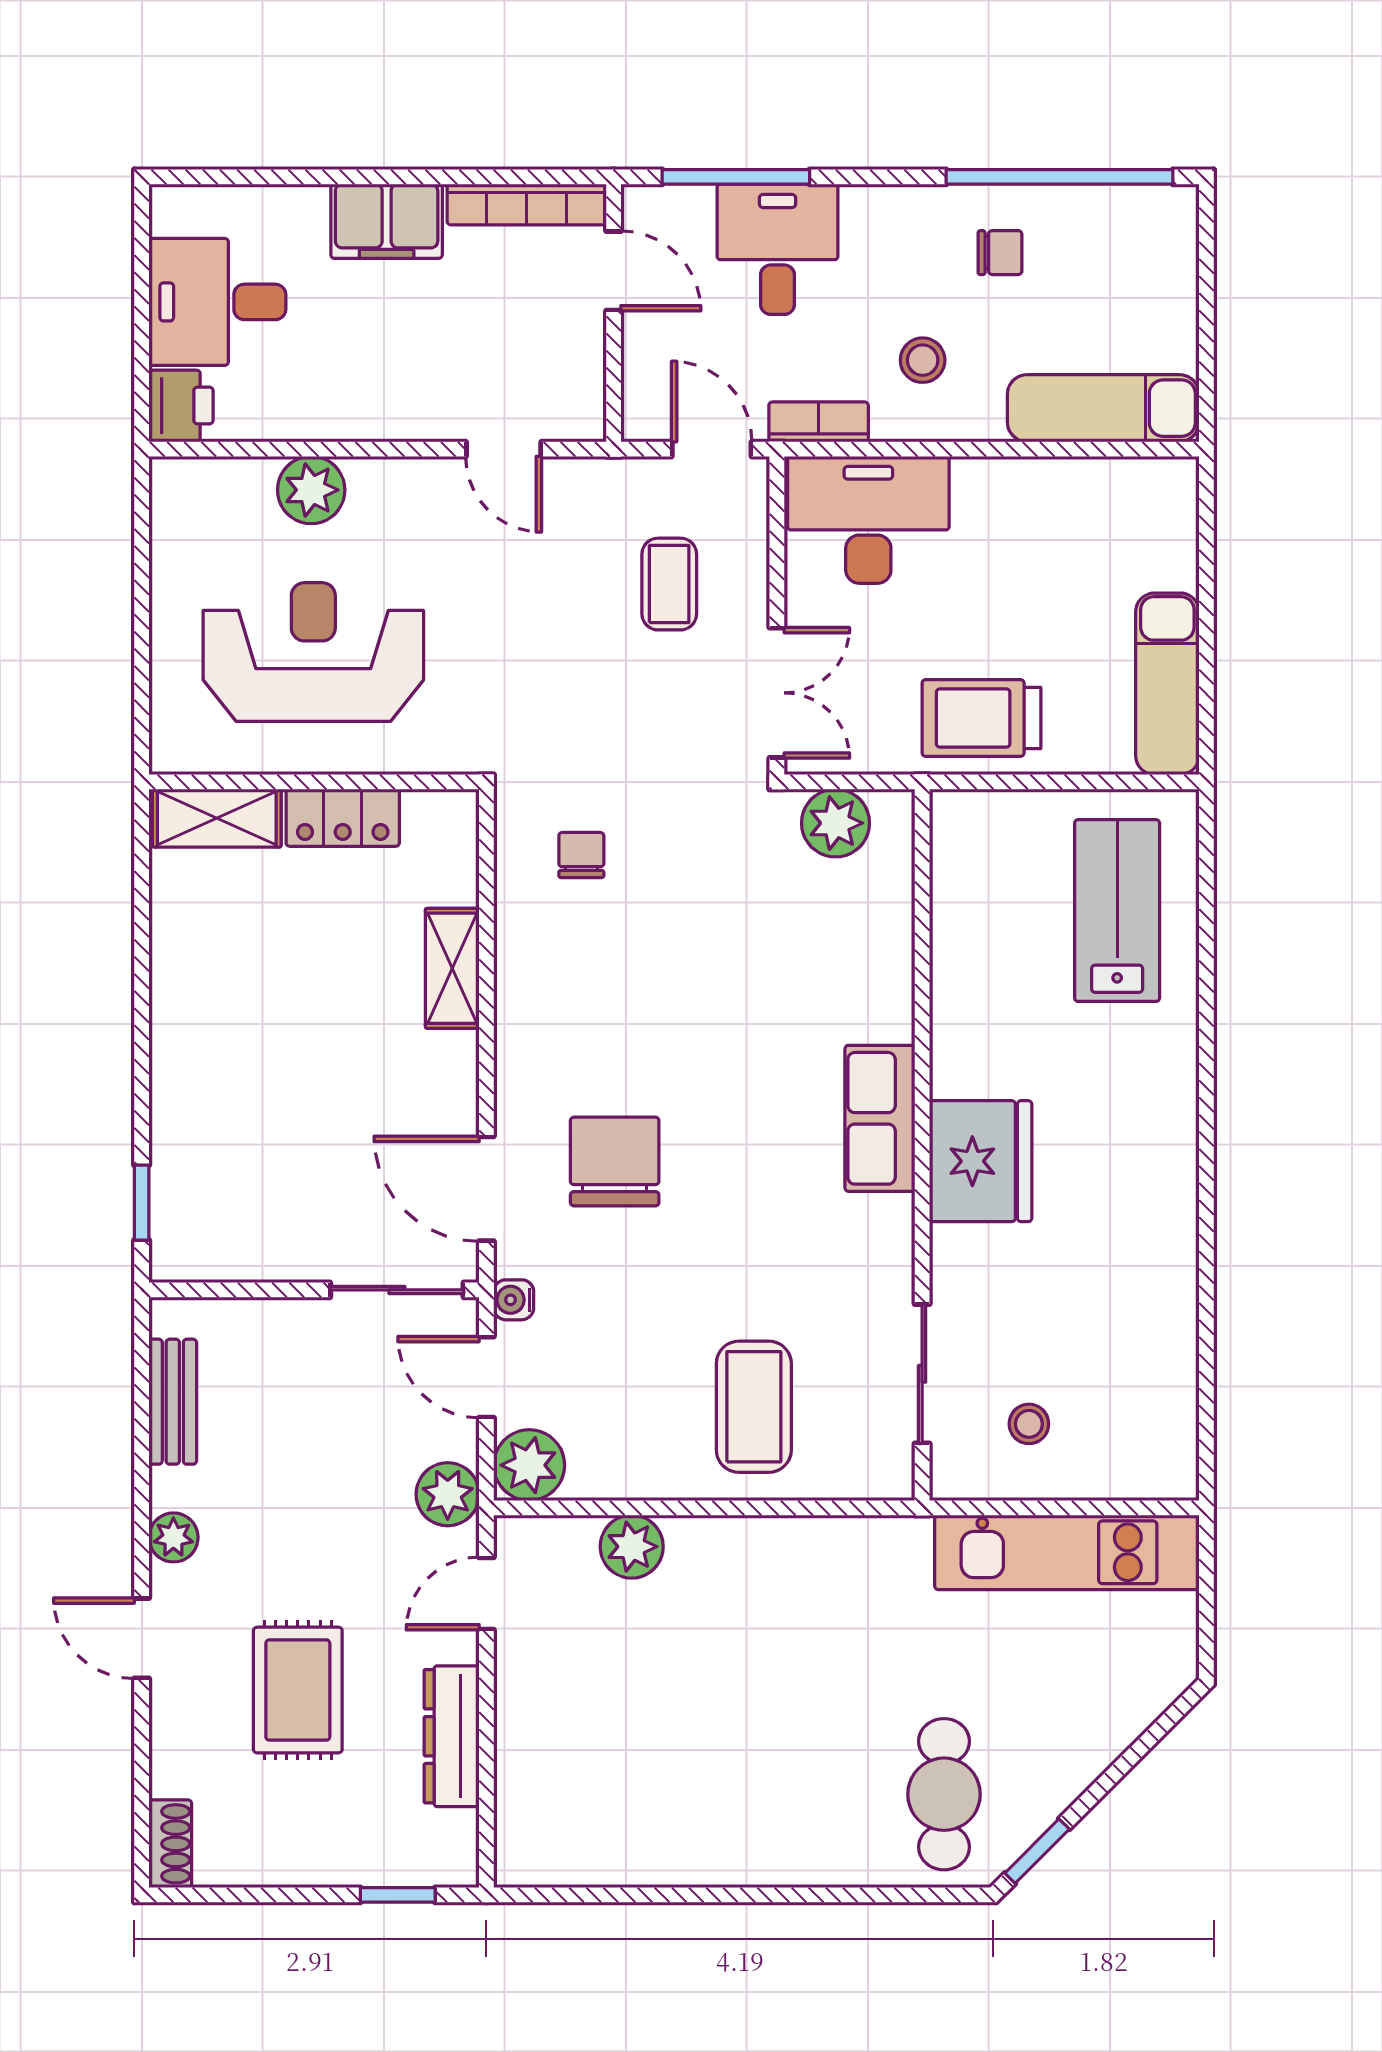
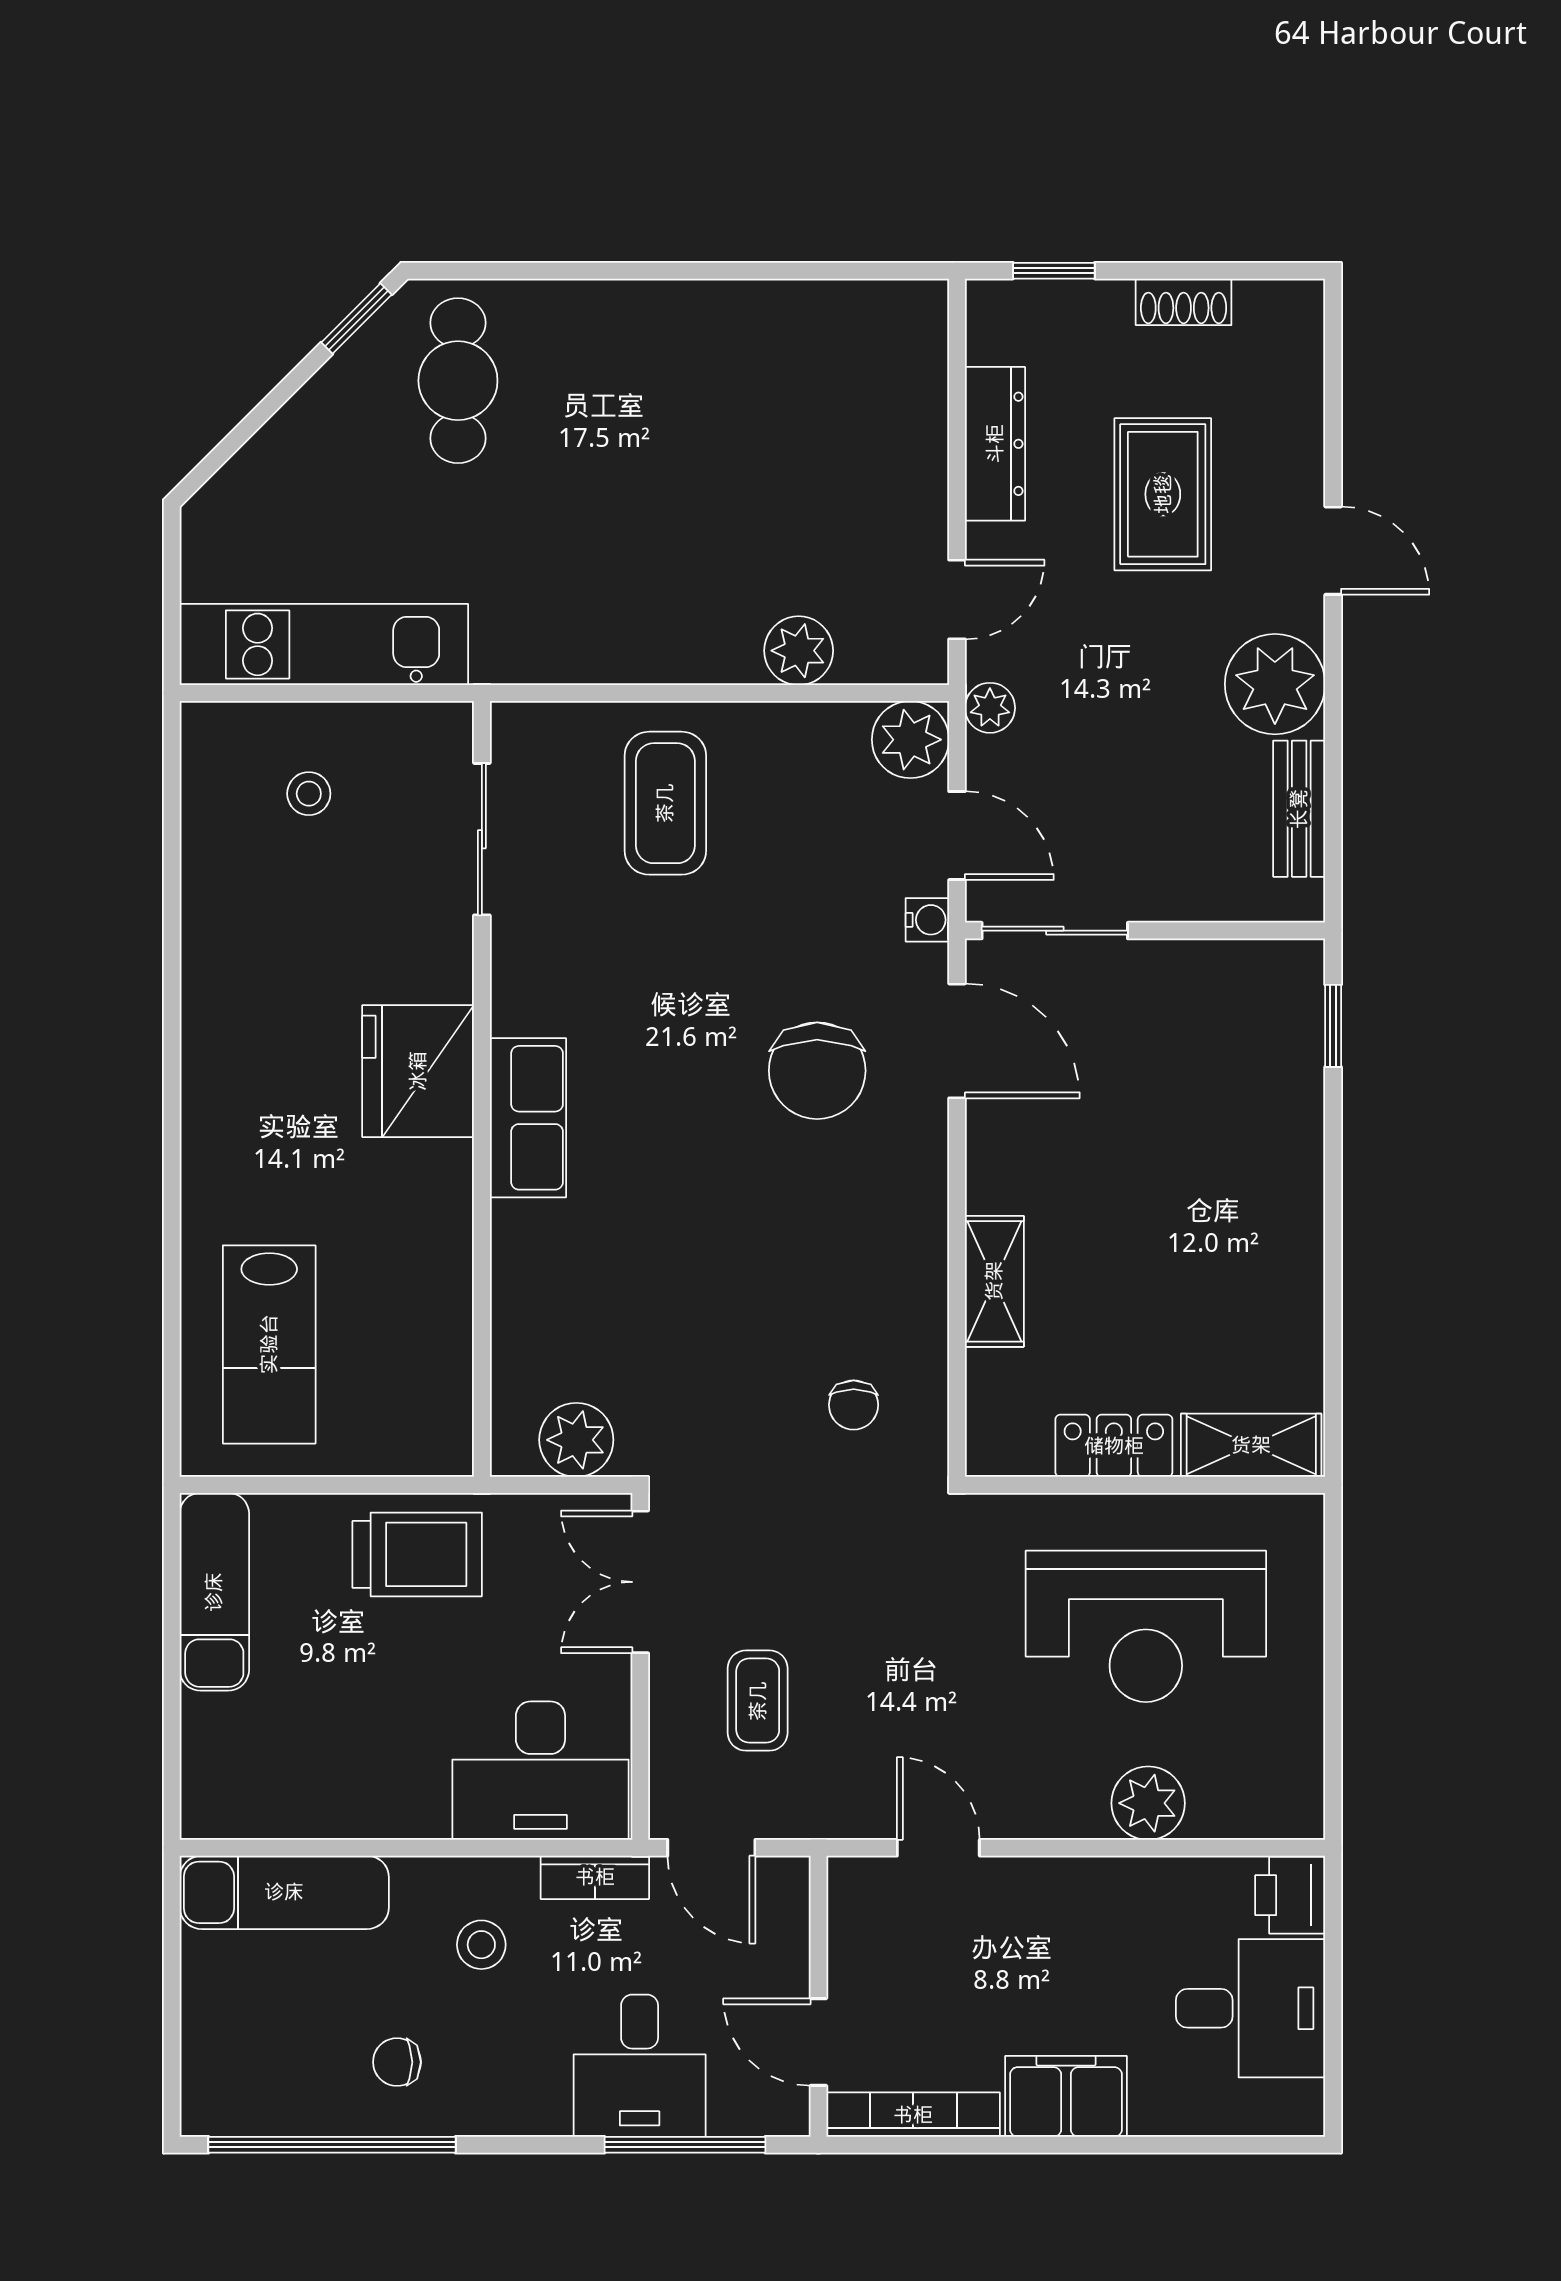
stool: (1029, 1424) -> (309, 794), moved
plant: (448, 1494) -> (990, 708), width x0.73, depth x0.73
plant: (173, 1537) -> (1275, 684), width x1.88, depth x1.88
shoe rack: (170, 1844) -> (1184, 302), moved, turned -90

